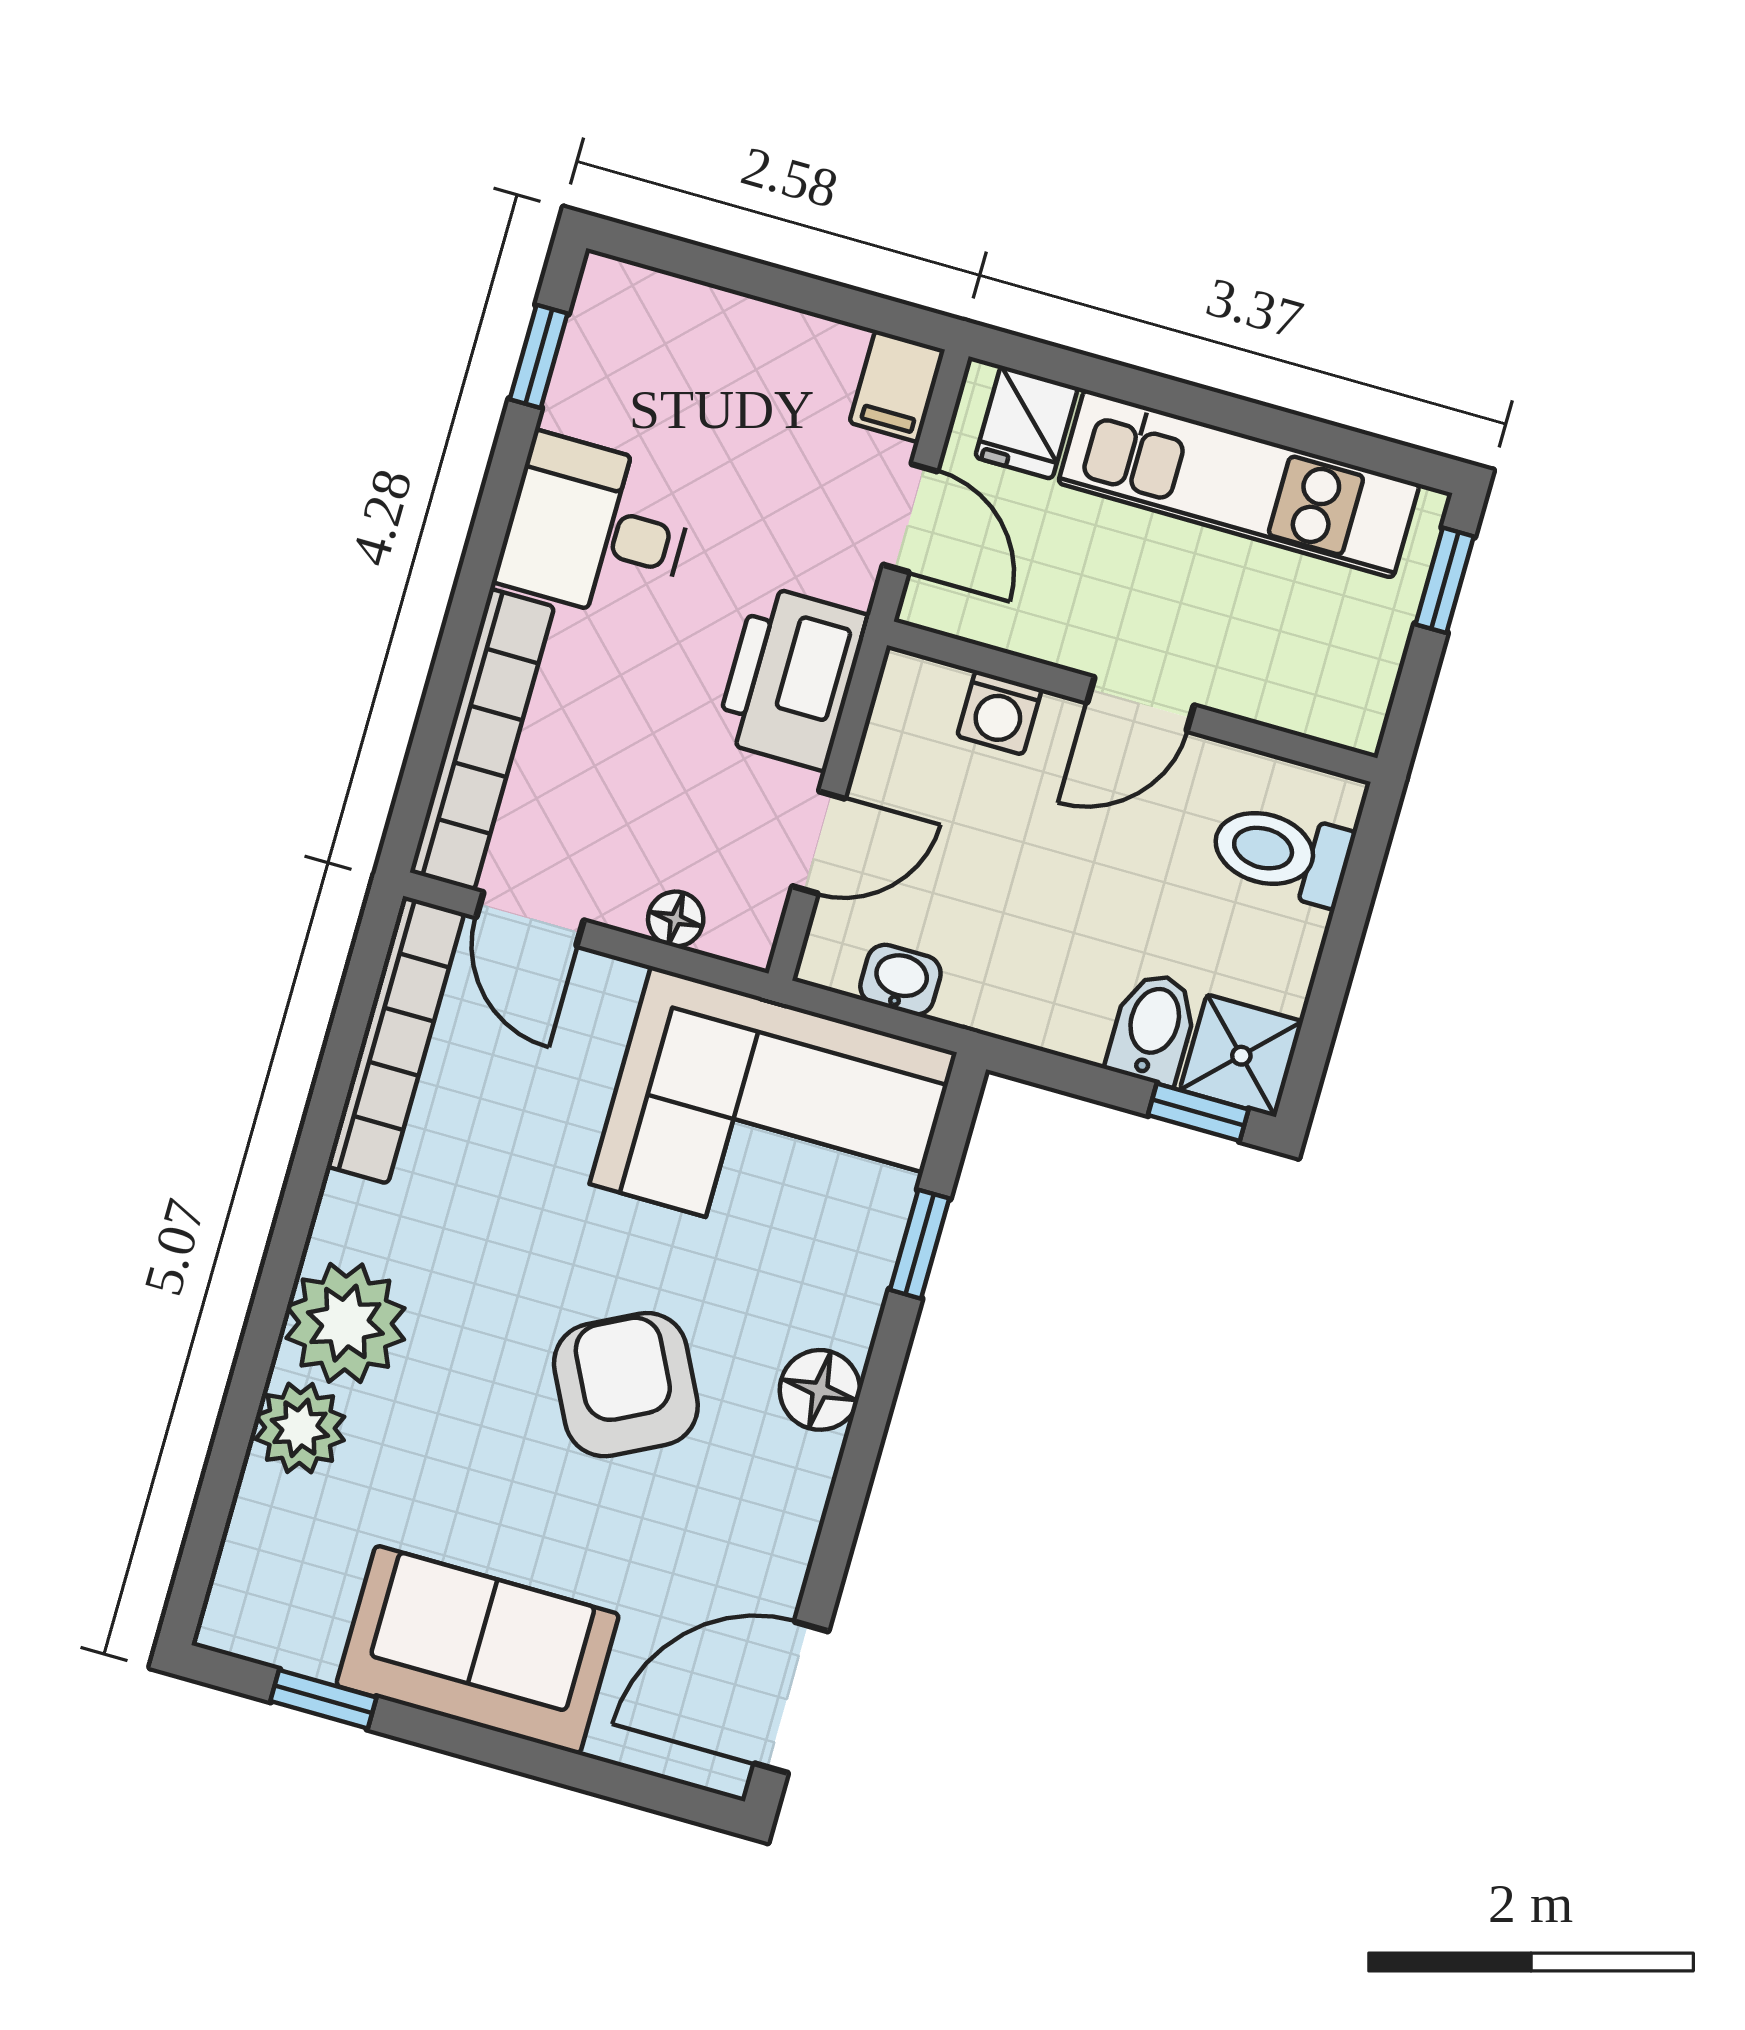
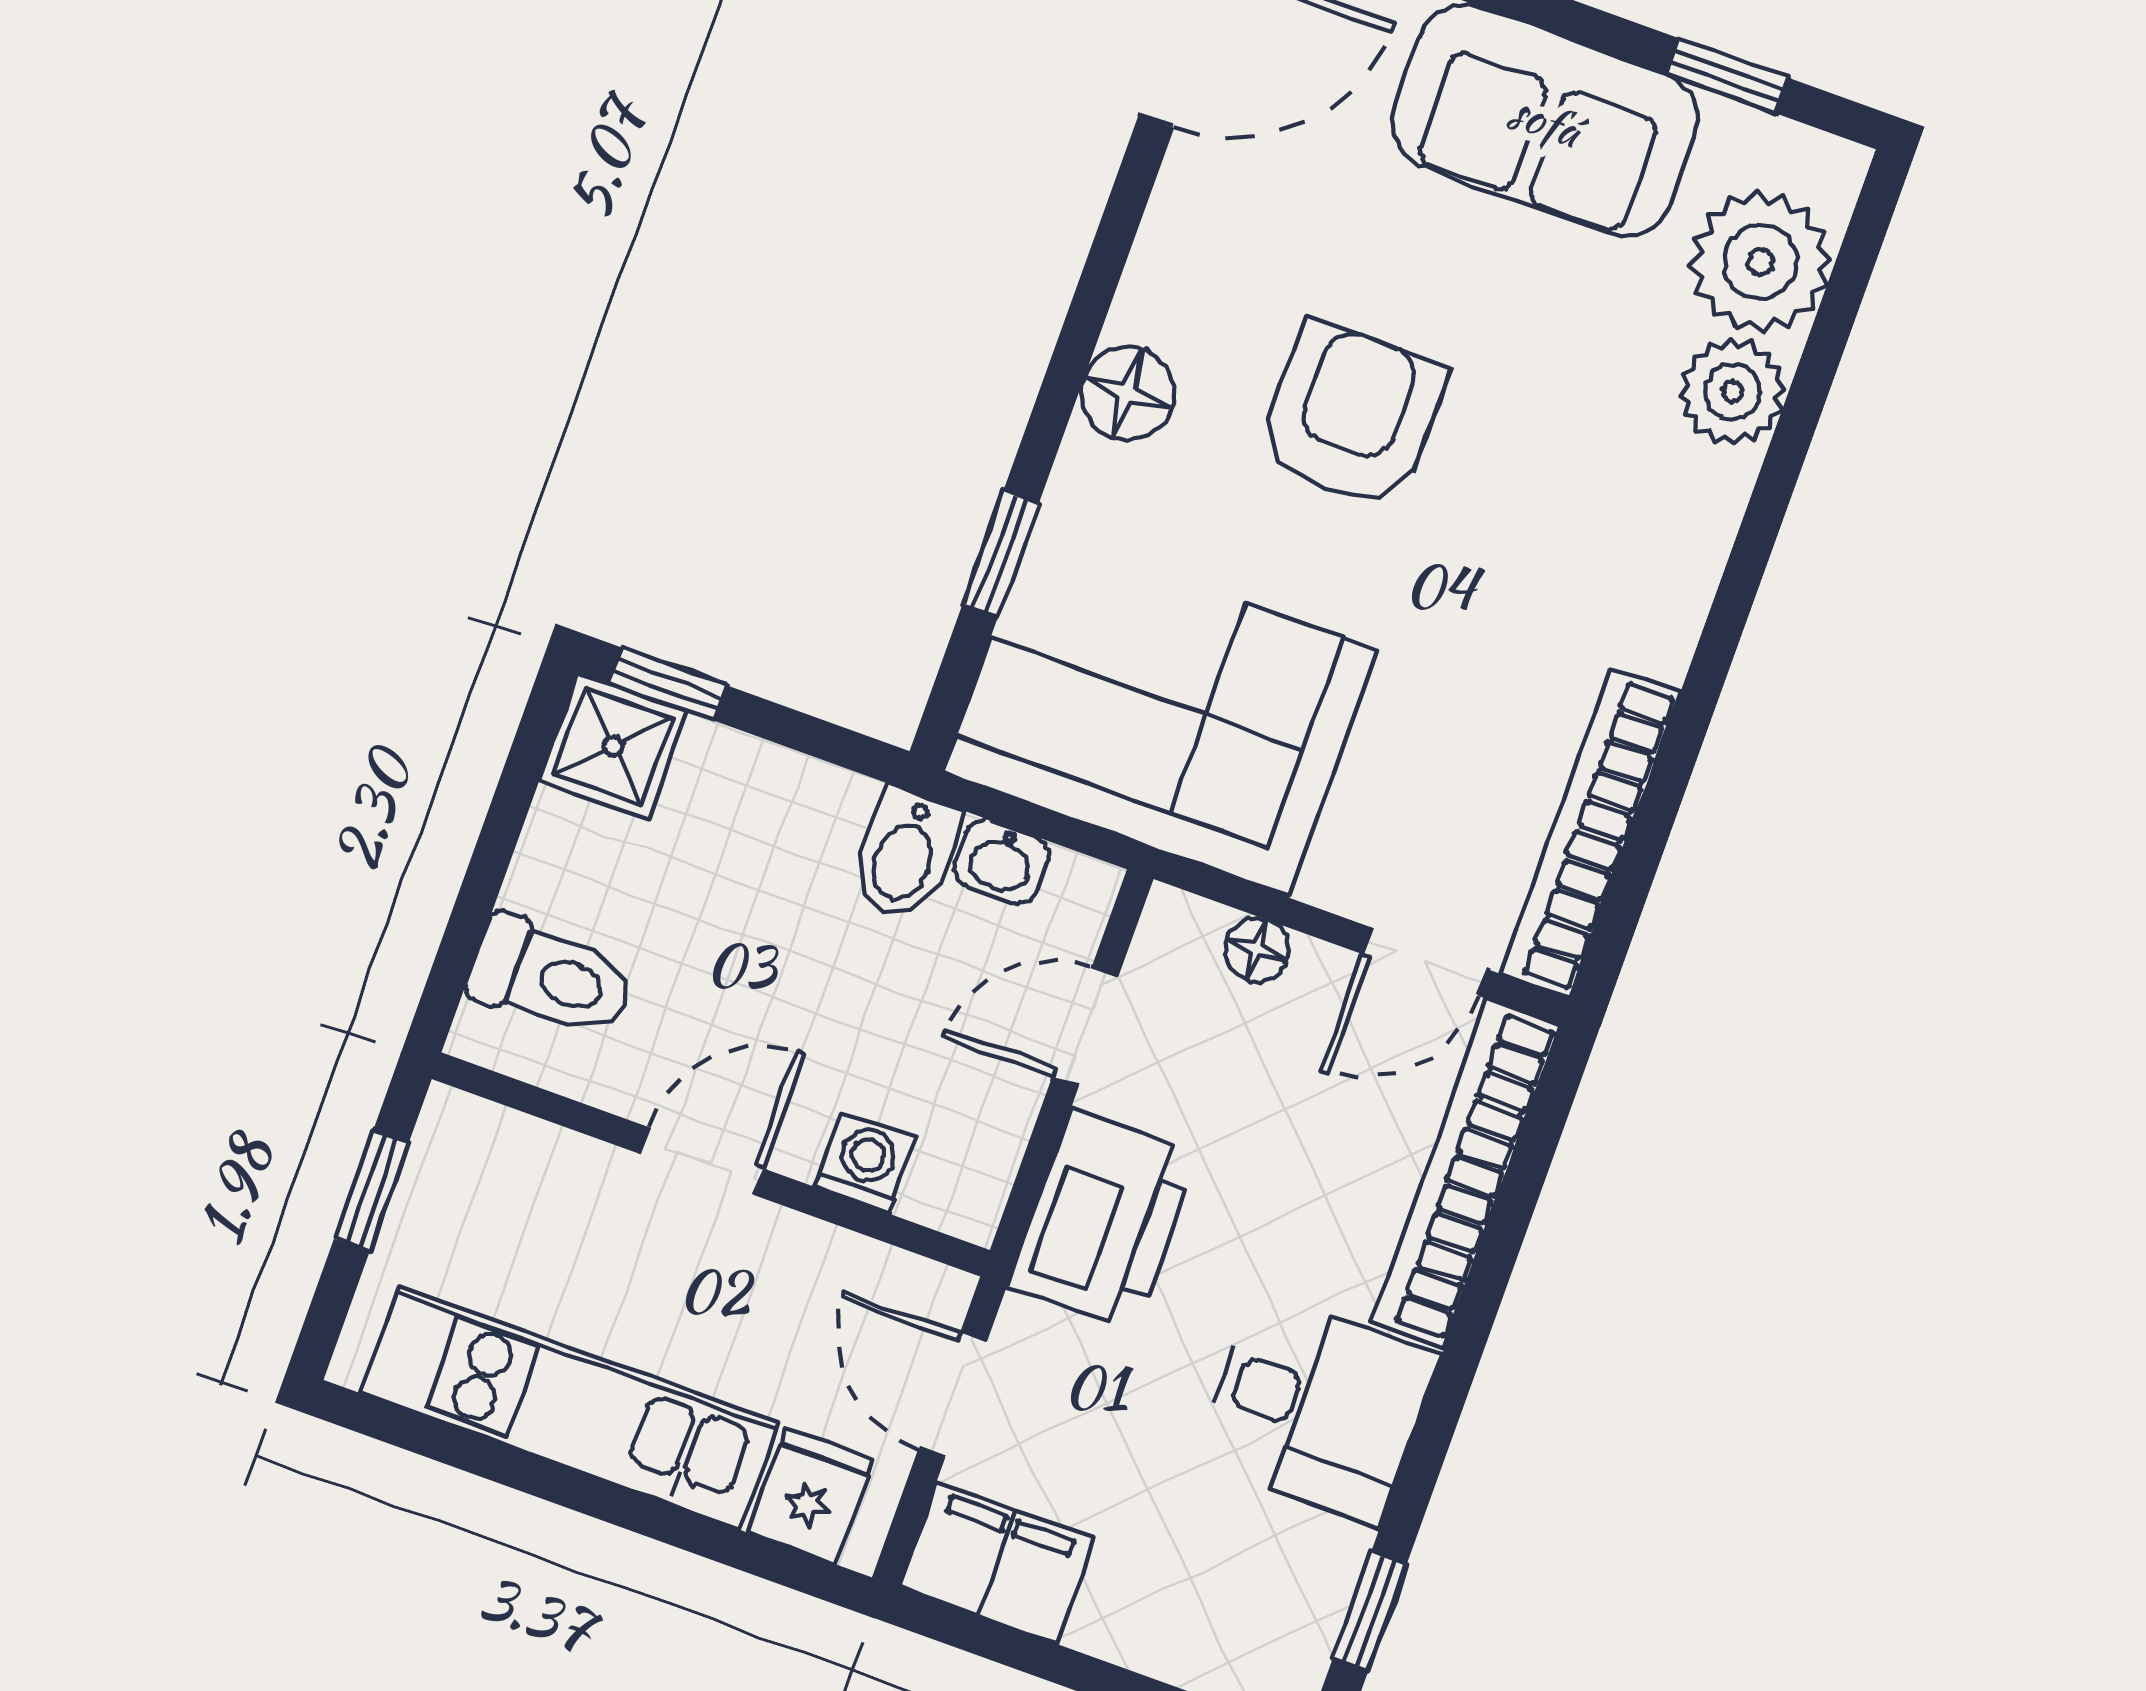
filing cabinet: (897, 386) -> (997, 1563), width x2.00
window: (1445, 580) -> (372, 1190), moved
door: (530, 919) -> (1425, 962), swing flipped
bidet: (1153, 1028) -> (905, 854), moved
plant: (345, 1323) -> (1760, 262), moved
armchair: (626, 1385) -> (1352, 415), turned -153

